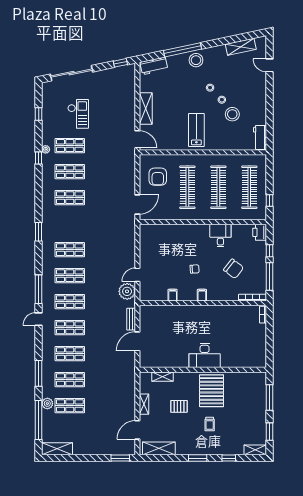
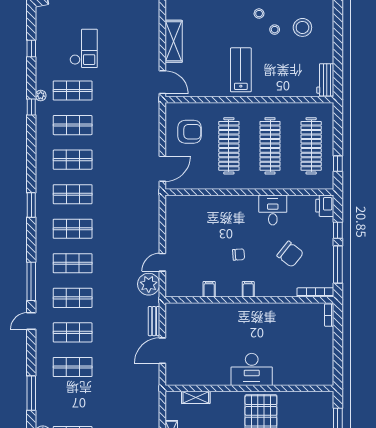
stool: (232, 114) -> (302, 27), moved
armchair: (158, 177) -> (190, 132), turned -90
shop shelf: (70, 380) -> (73, 194), moved

